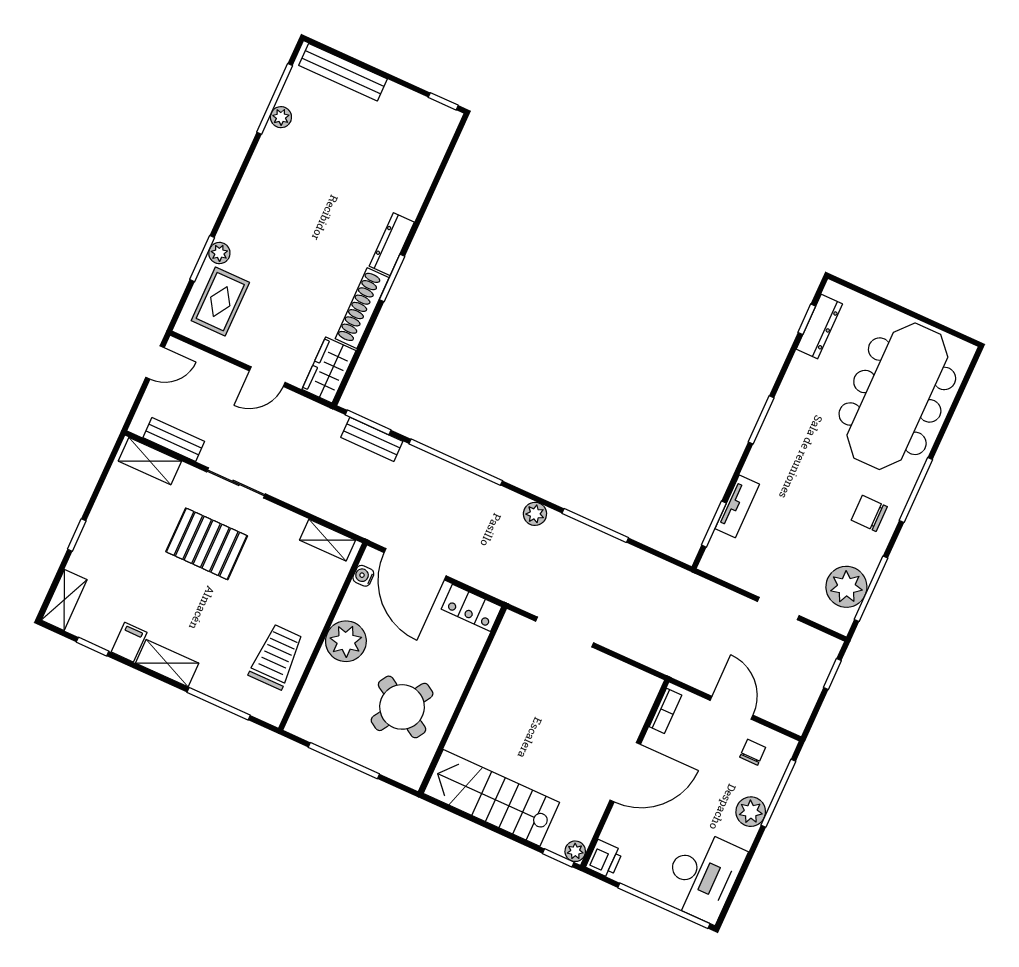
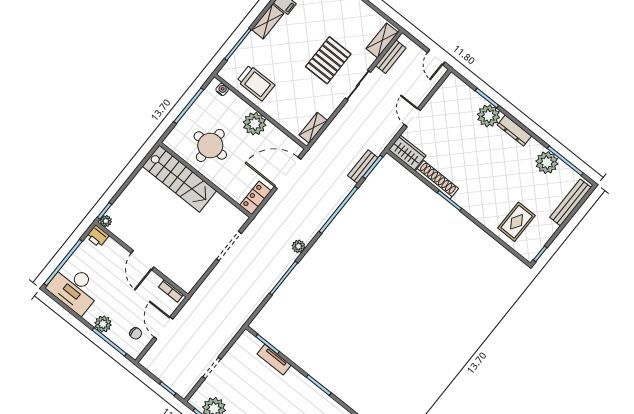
plant: (281, 117) -> (547, 163), width x1.88, depth x1.88
dresser: (392, 244) -> (514, 131), moved, turned 180
plant: (219, 253) -> (488, 116), width x1.88, depth x1.88
rug: (220, 302) -> (517, 222), moved, turned 90
water cooler: (363, 576) -> (222, 89), moved
round table: (402, 707) -> (210, 145), turned -32
door: (732, 708) -> (163, 328), swing flipped
door: (625, 772) -> (143, 260), width x0.73
stairs: (491, 798) -> (179, 179), moved, turned 90

